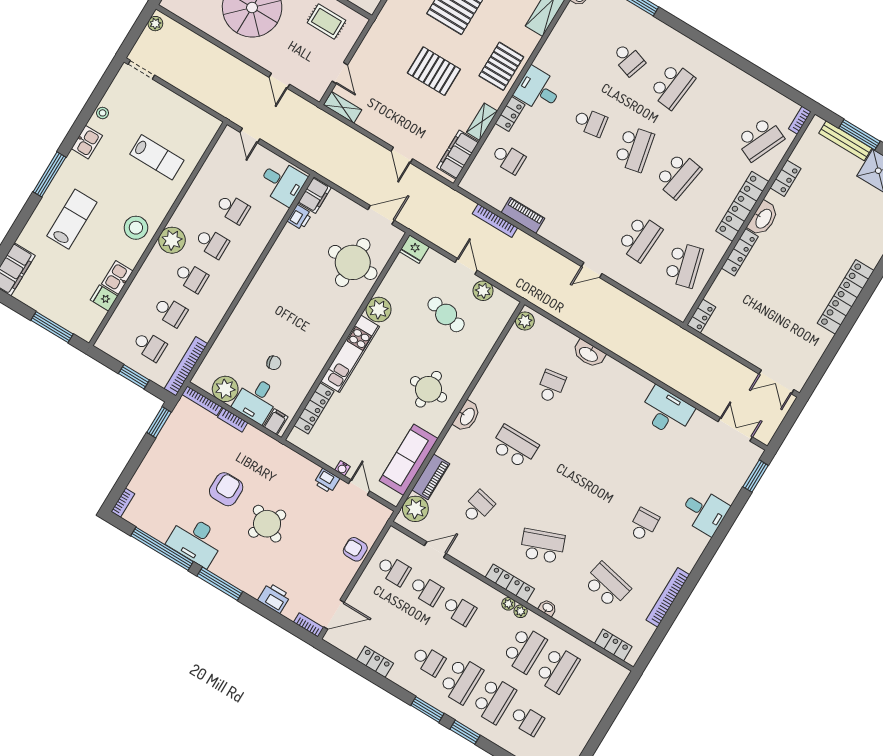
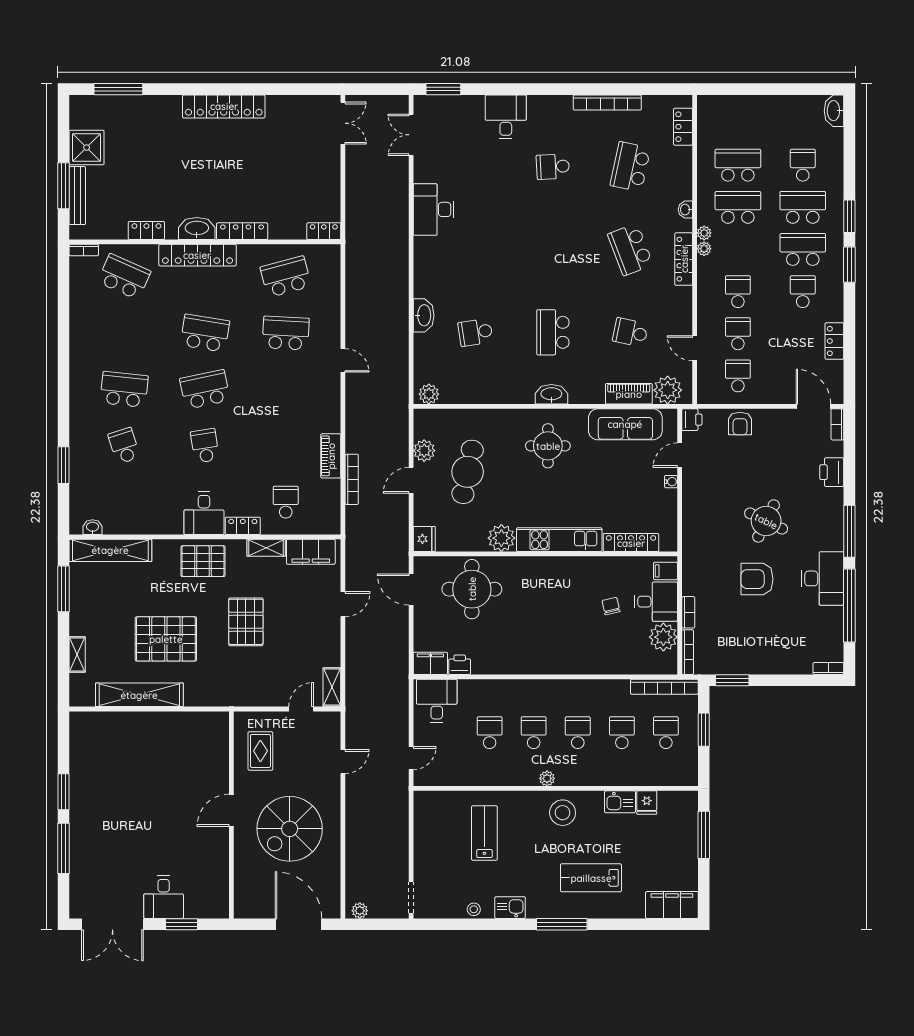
school desk: (628, 59) -> (124, 446), turned -36
plant: (172, 240) -> (547, 778), width x0.53, depth x0.53
cafe table: (446, 314) -> (468, 472), width x1.37, depth x1.35
printer: (327, 481) -> (692, 420), moved

